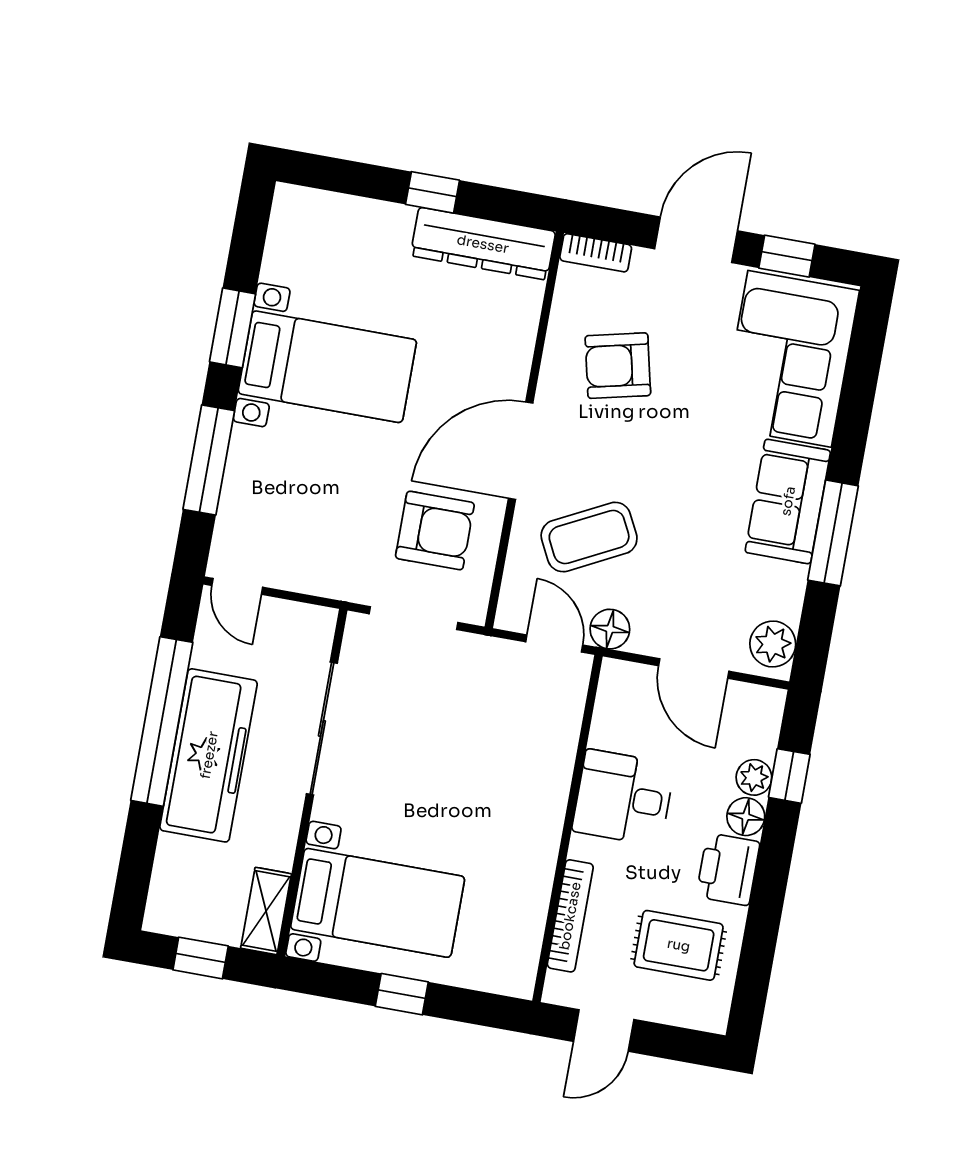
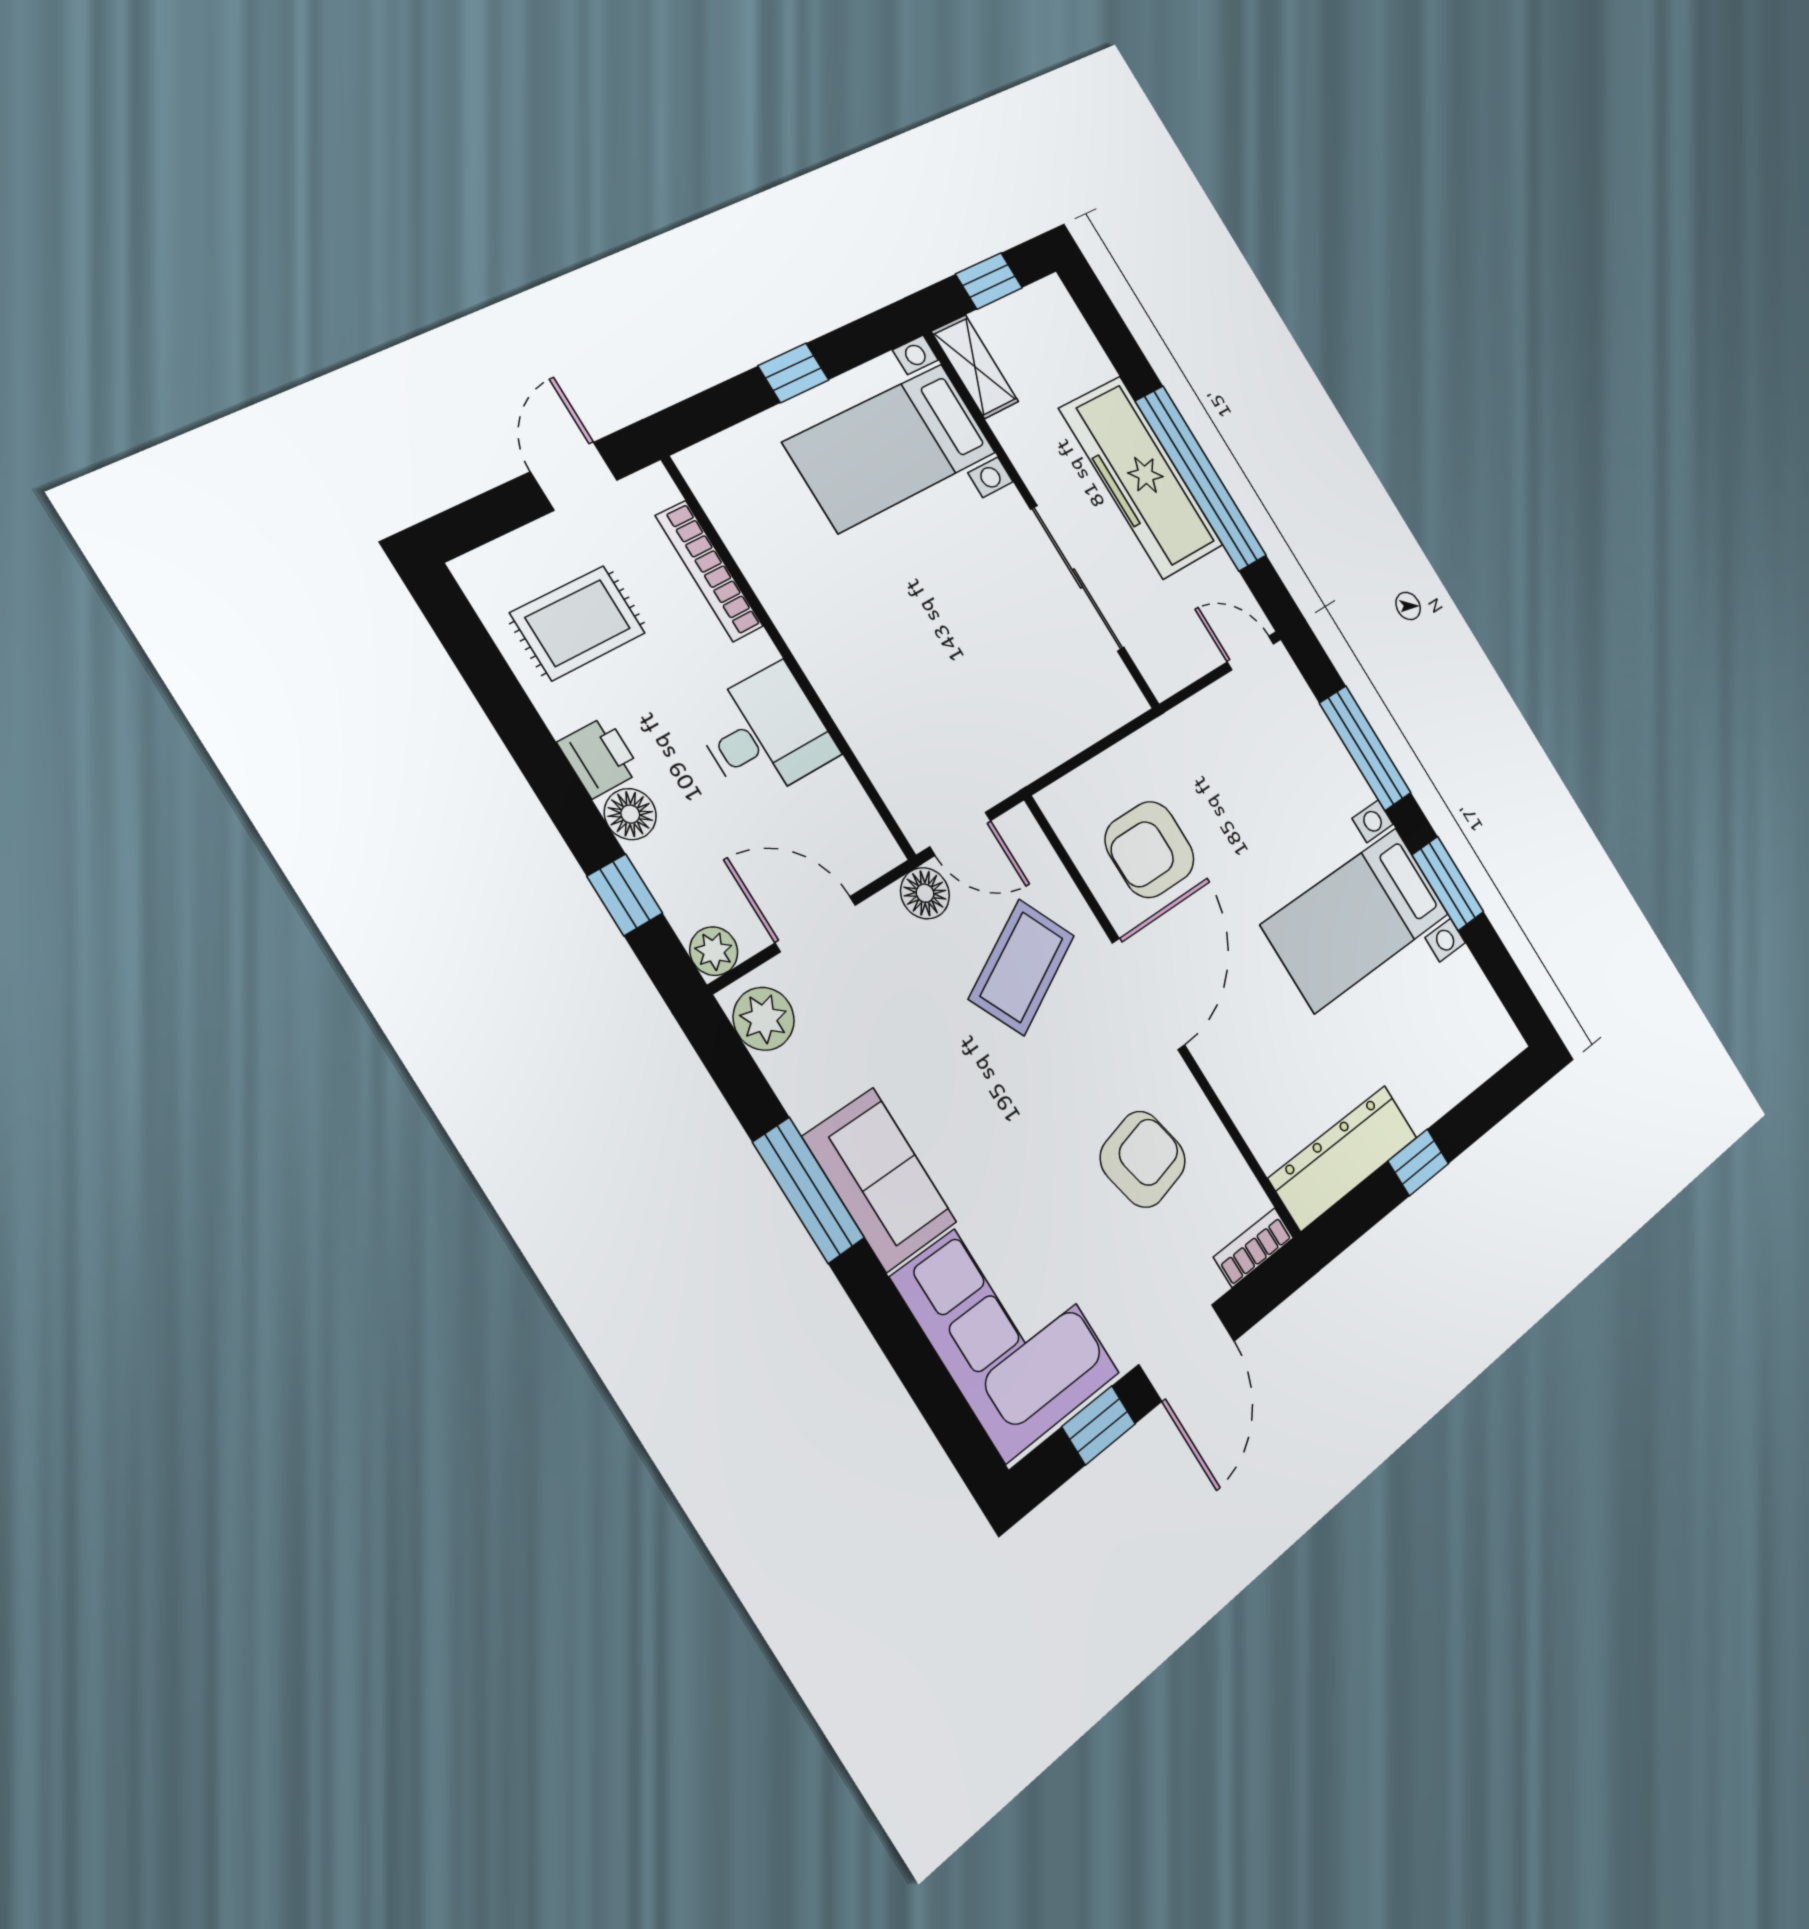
doorway: (414, 618) -> (1095, 750), removed
plant: (754, 777) -> (714, 951), moved
printer: (728, 869) -> (599, 757), width x0.73, depth x0.81

